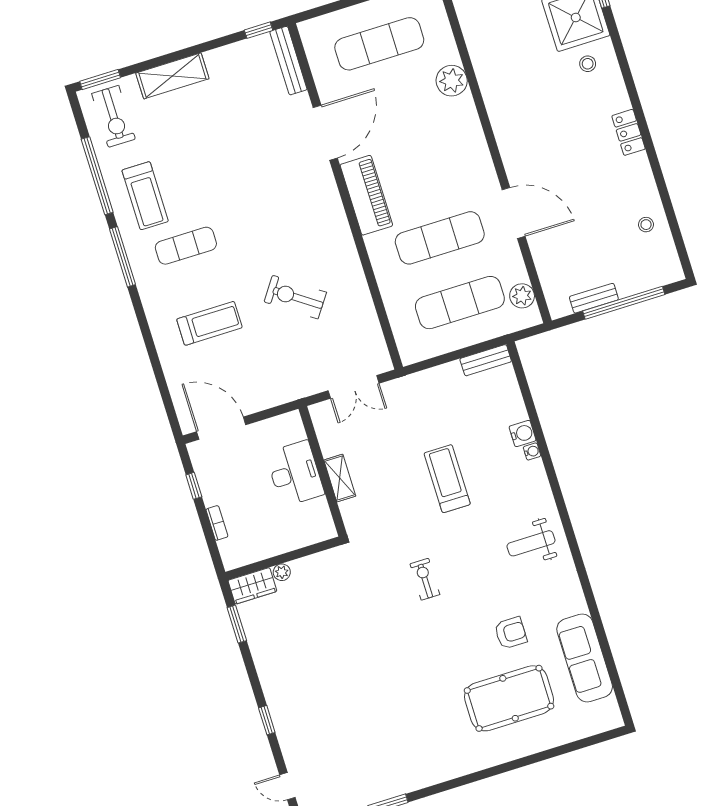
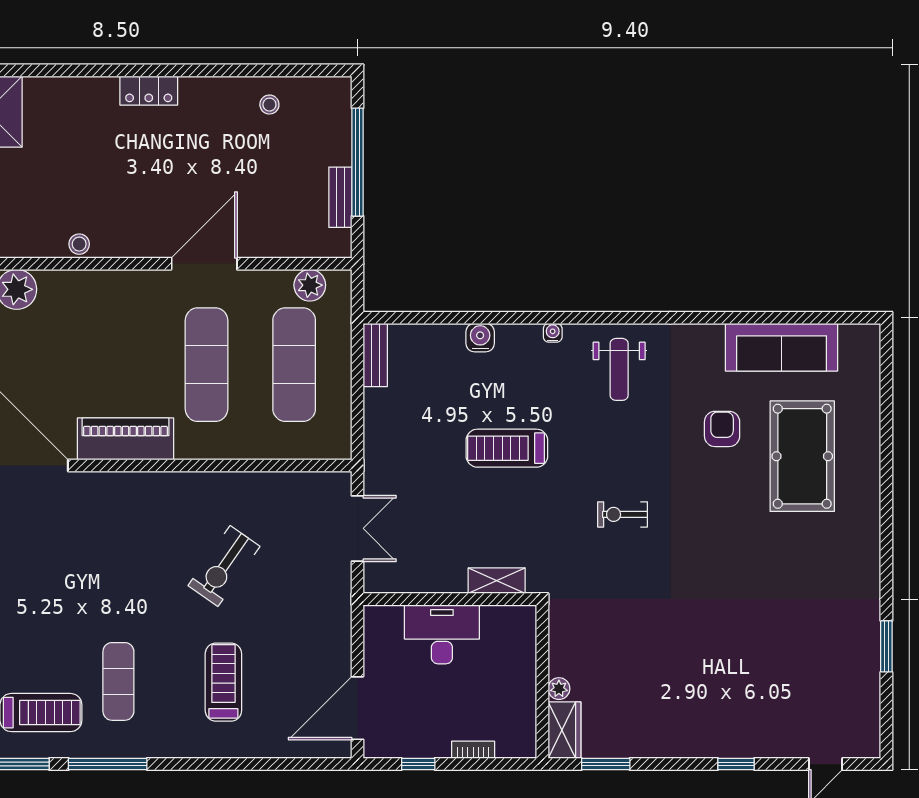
stool: (588, 64) -> (79, 244), moved
water cooler: (532, 451) -> (553, 333), moved
shelving: (340, 478) -> (497, 581), moved

